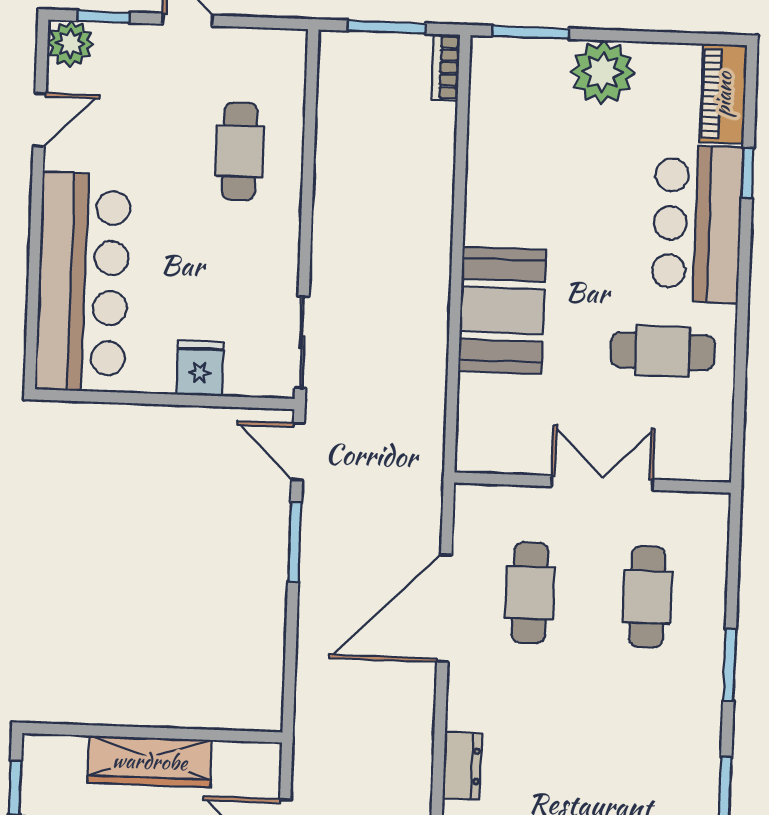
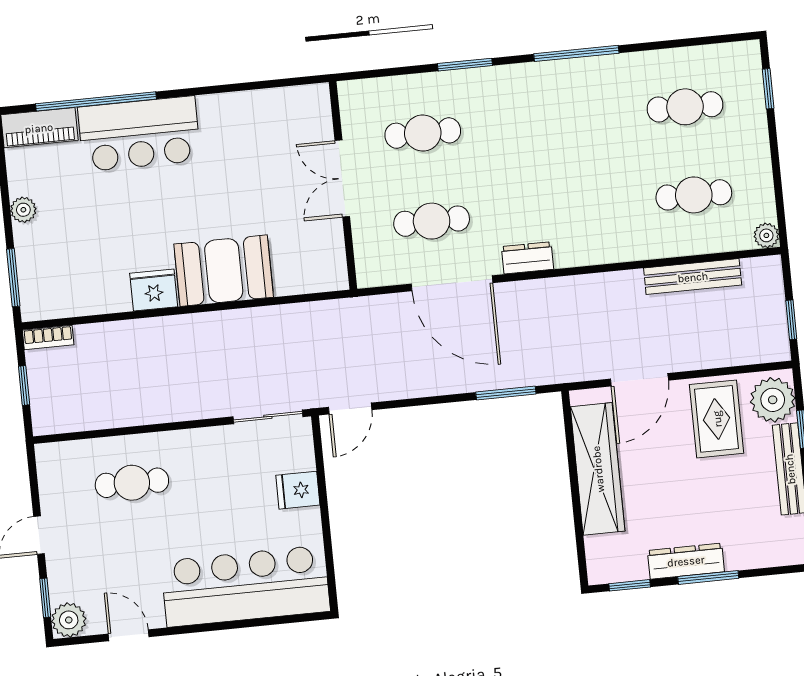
window: (387, 27) -> (24, 386), width x0.67
plant: (603, 72) -> (23, 210), width x0.53, depth x0.53
window: (748, 173) -> (96, 101), width x3.17
fridge: (489, 215) -> (154, 290), added
cafe table: (663, 351) -> (238, 147), removed
window: (295, 542) -> (506, 393), moved
wardrobe: (150, 761) -> (598, 469), width x1.40, depth x1.17
dresser: (462, 766) -> (527, 258), moved

